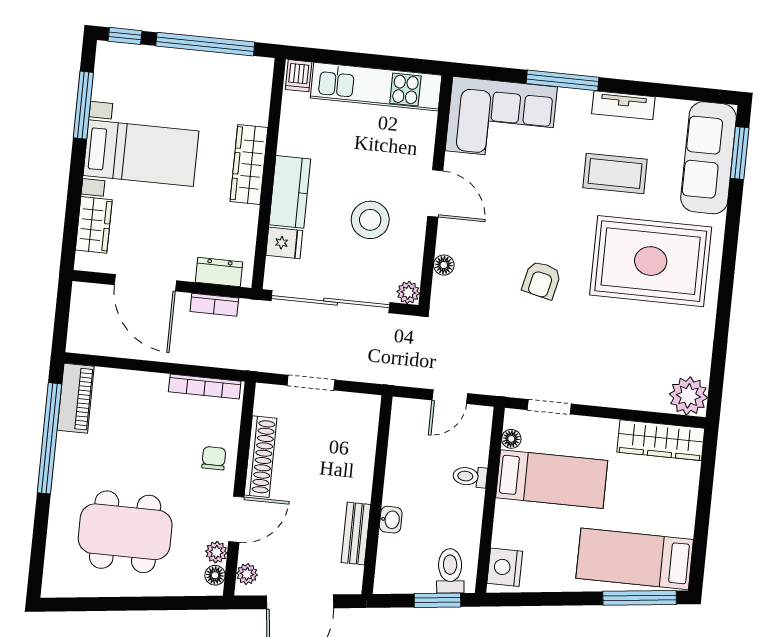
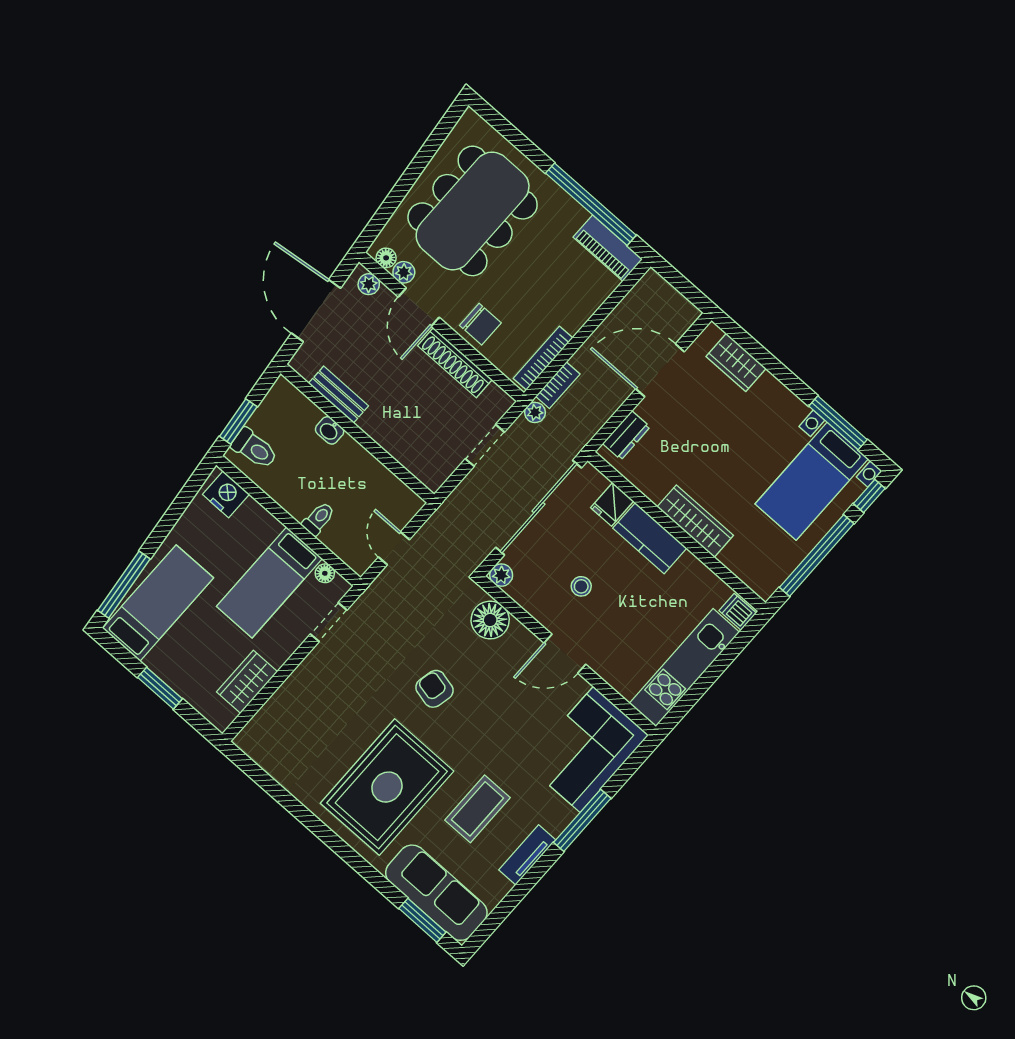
bed with nightstands: (141, 153) -> (812, 481), moved
stool: (370, 220) -> (581, 586), width x0.53, depth x0.53
floor lamp: (444, 265) -> (490, 620), width x1.89, depth x1.89
bookcase: (214, 305) -> (558, 385), moved, turned 180
plant: (688, 396) -> (535, 412), moved, width x0.53, depth x0.53
wardrobe: (661, 440) -> (247, 682), width x0.67
chair: (214, 458) -> (480, 324), width x1.37, depth x1.37
window: (704, 507) -> (160, 688), added
dining table: (125, 532) -> (473, 211), width x1.36, depth x1.24

